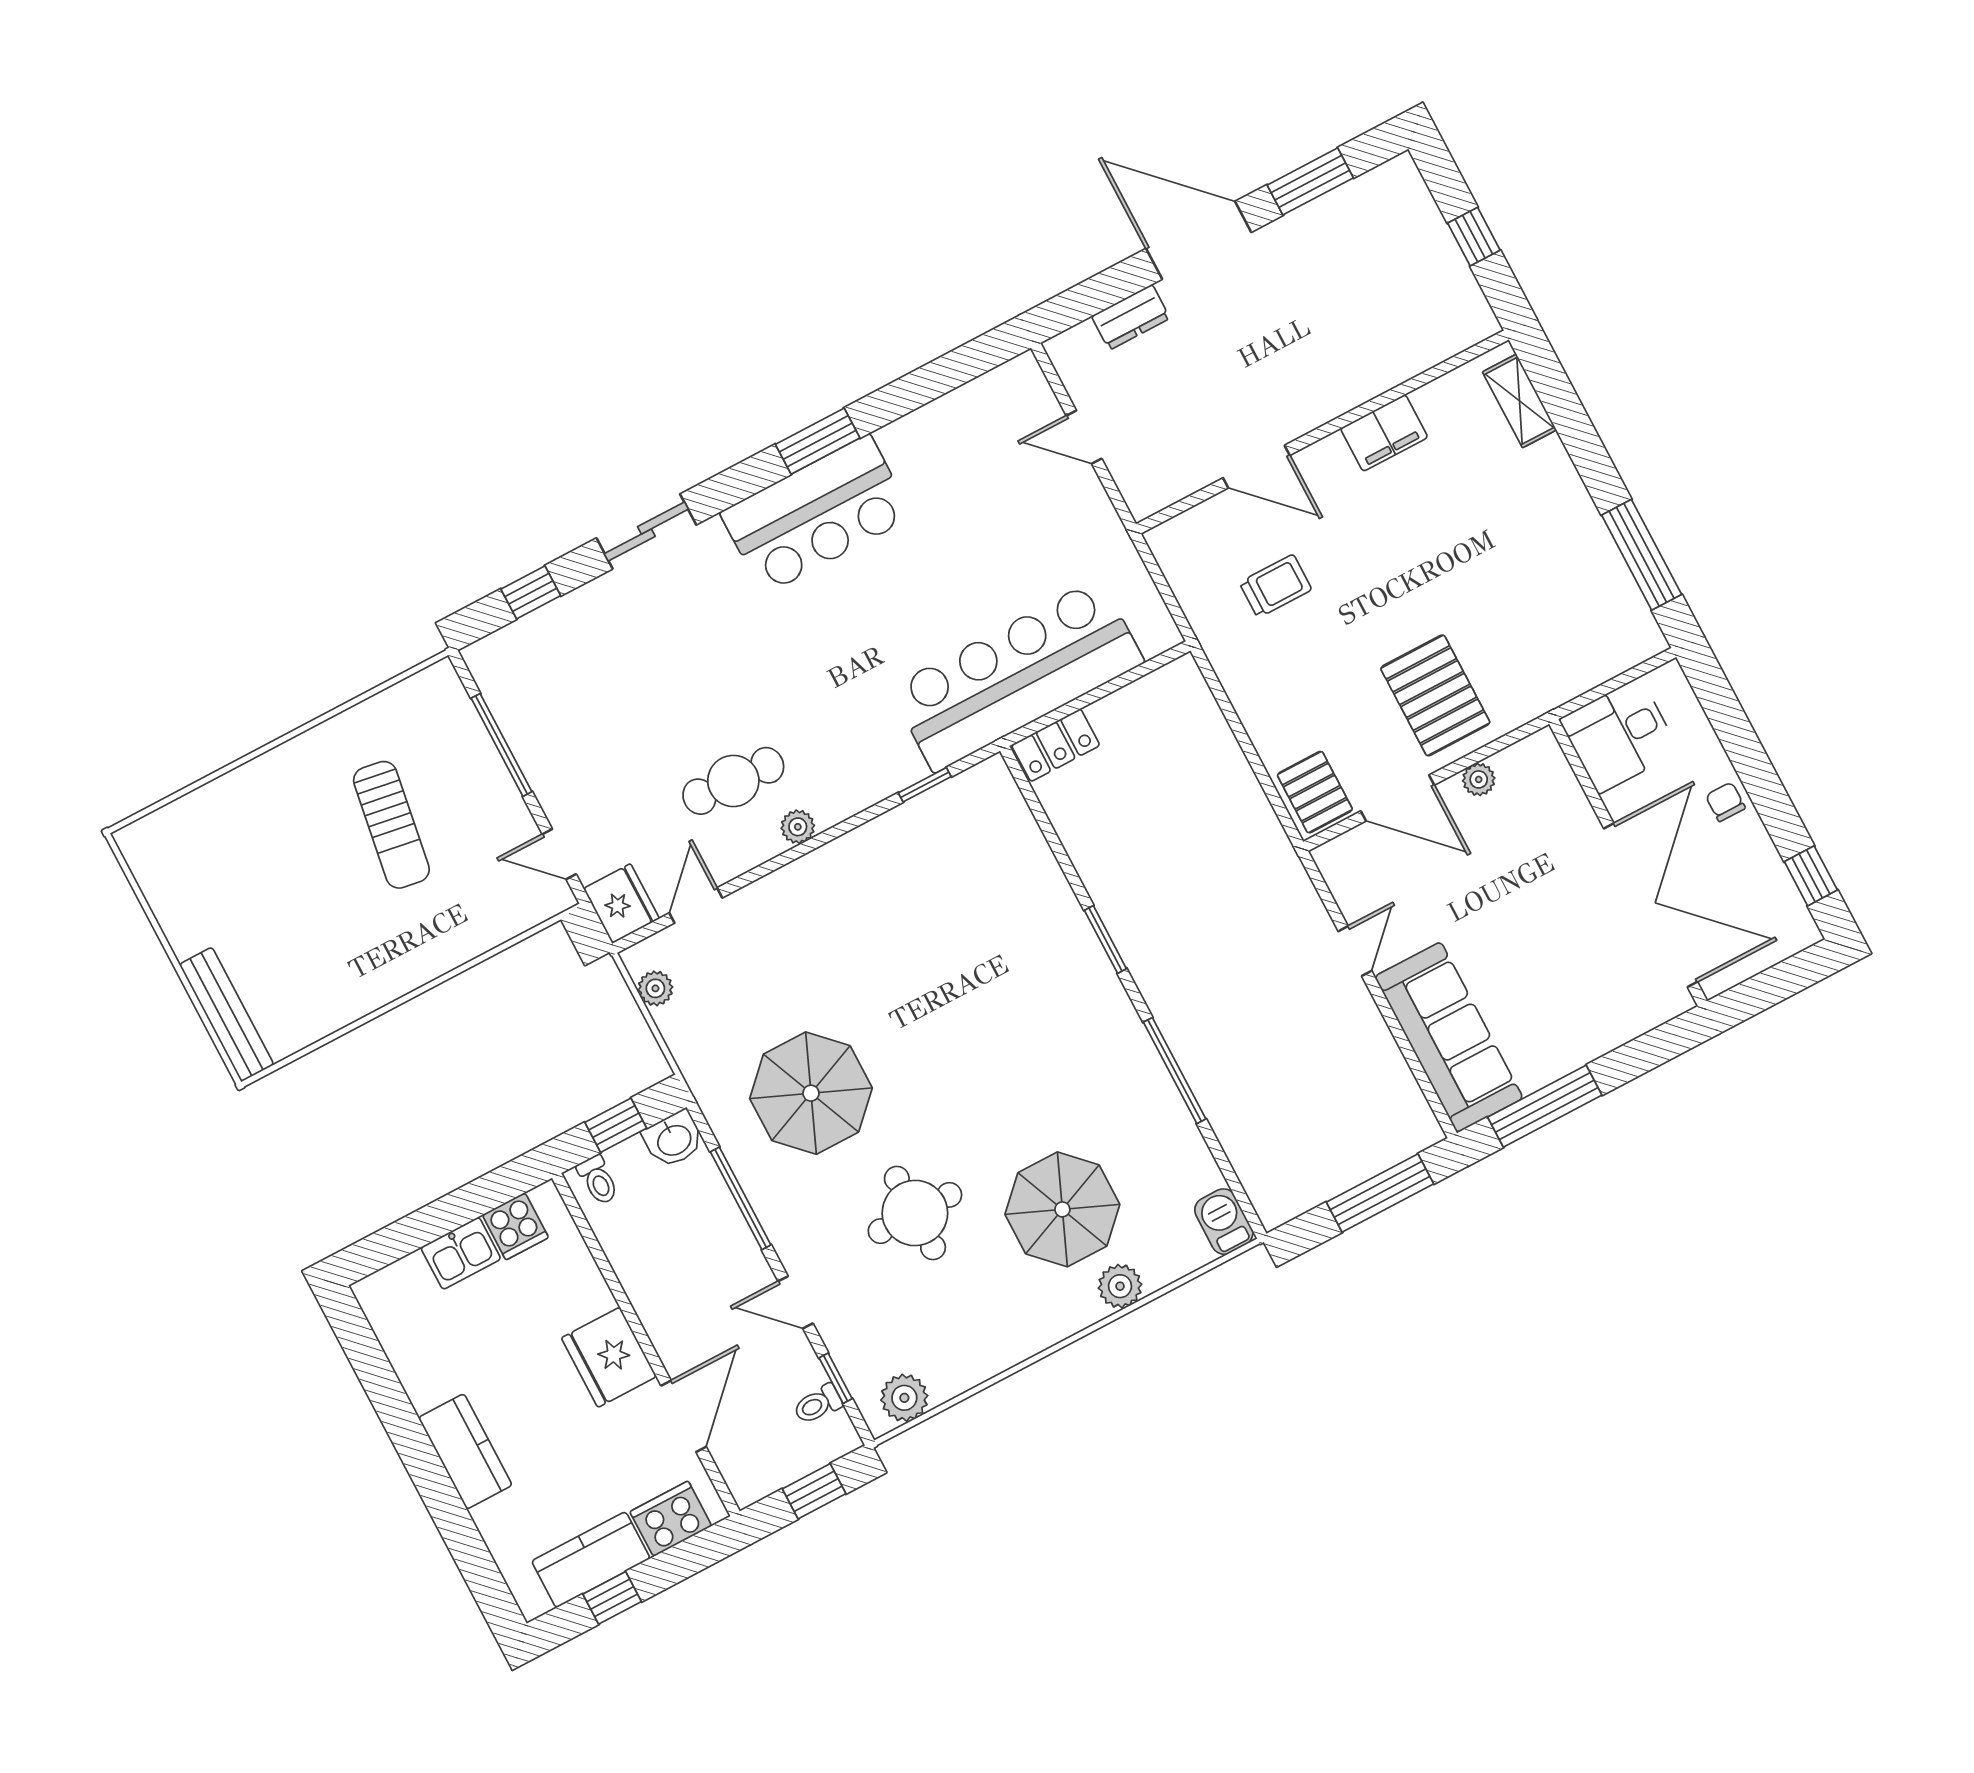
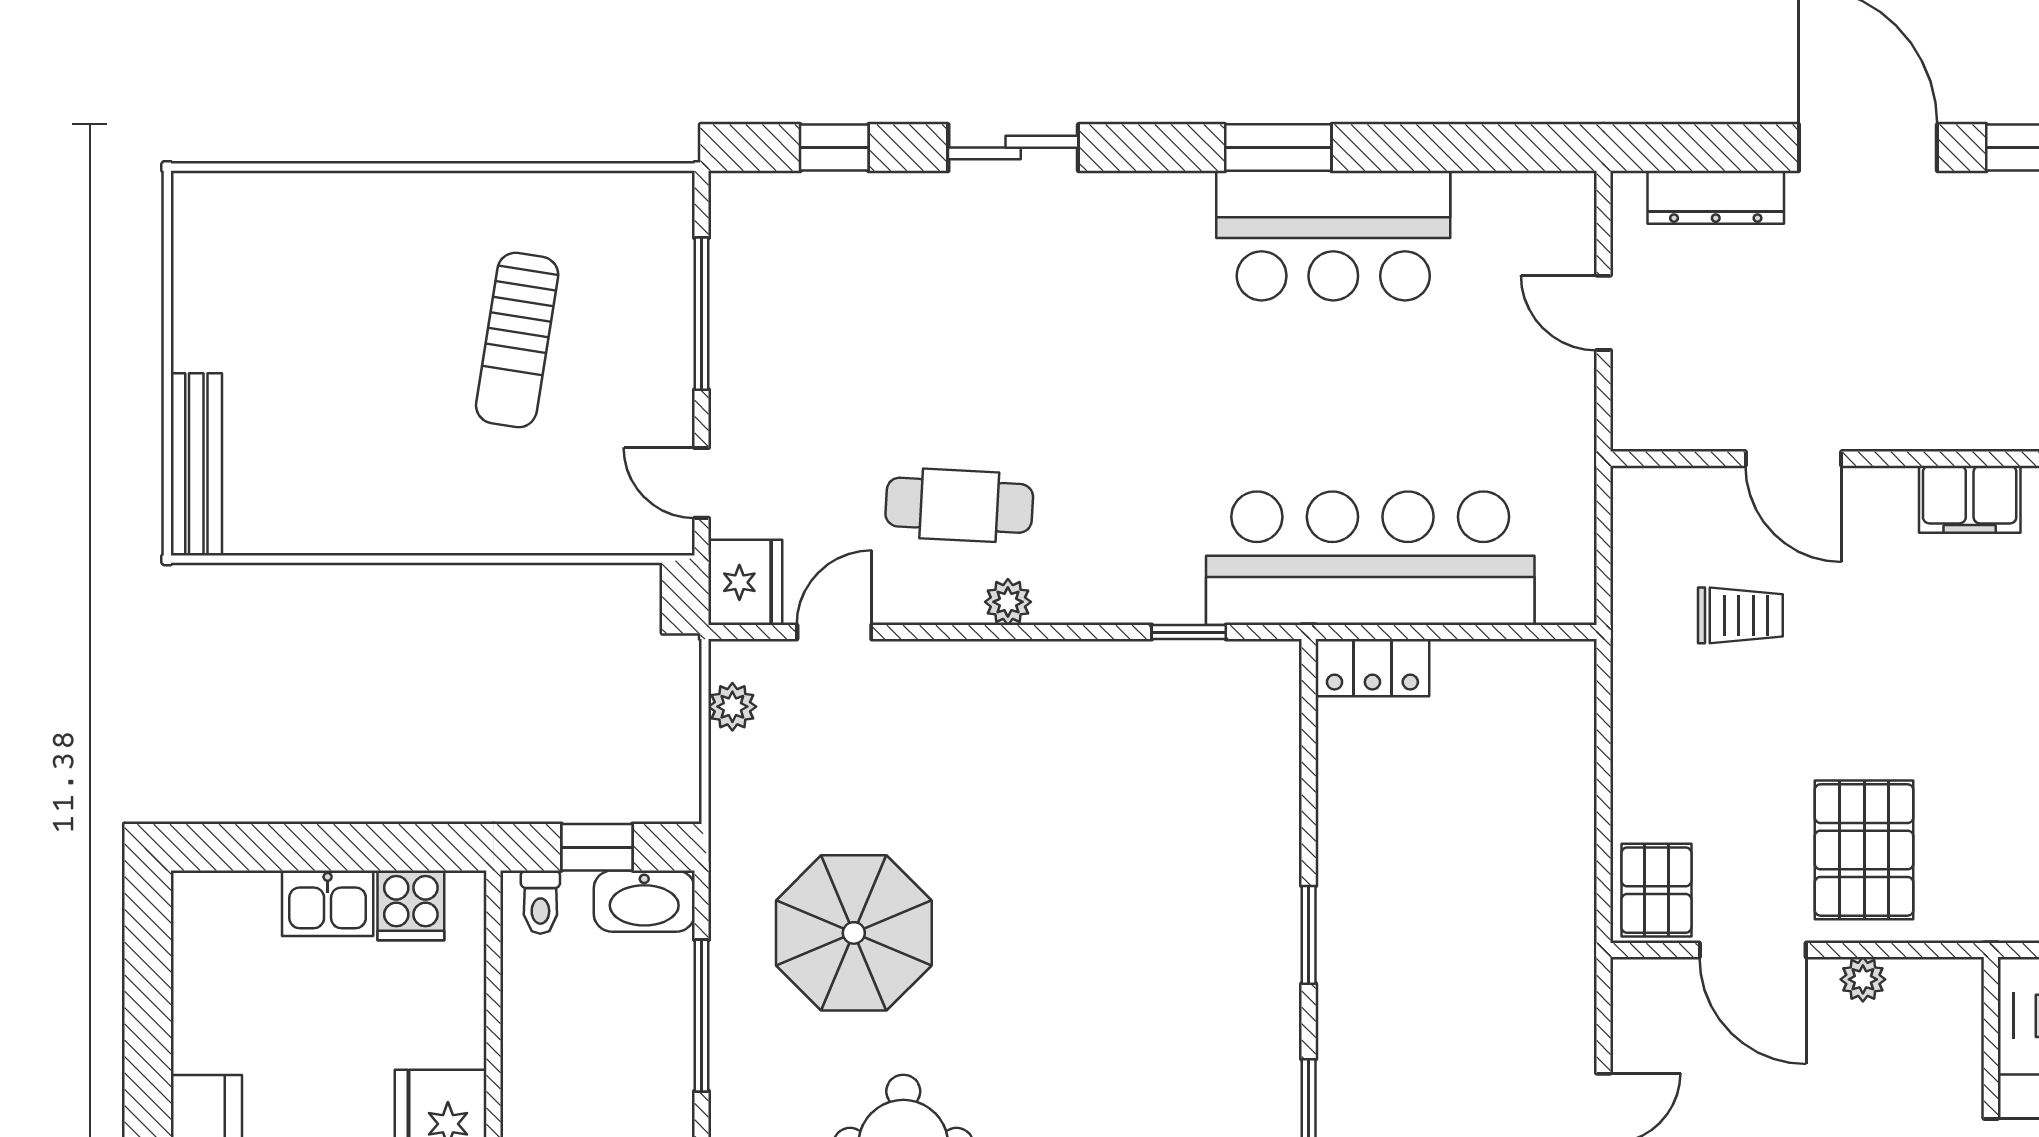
dresser: (1131, 317) -> (1716, 197), width x1.44
bar counter: (816, 515) -> (1333, 236), moved
washbasin: (674, 1139) -> (644, 901), width x1.38

